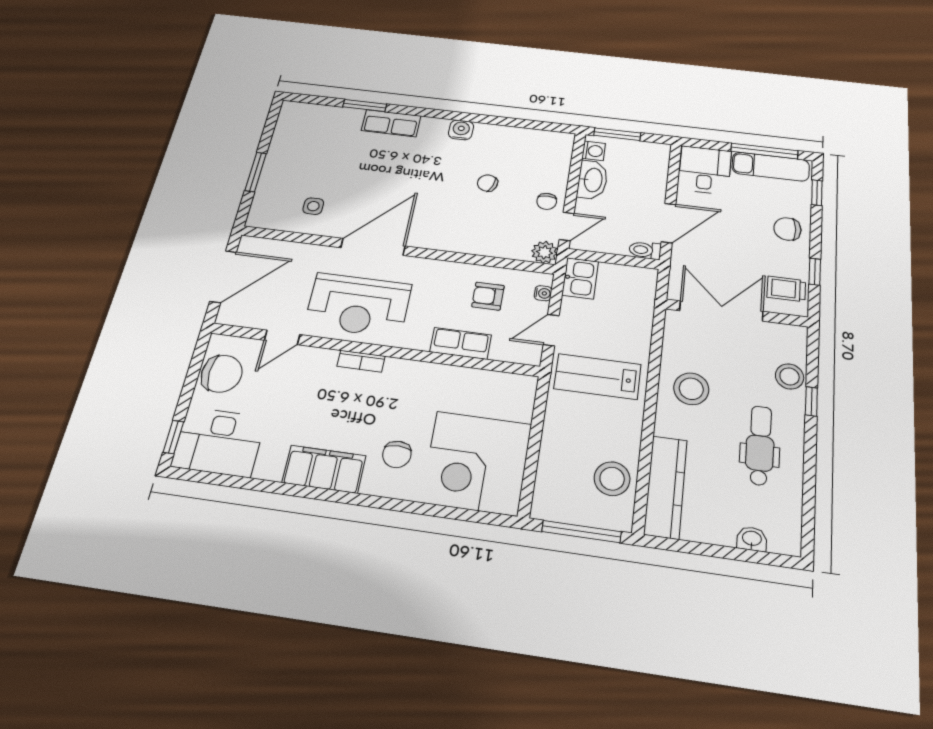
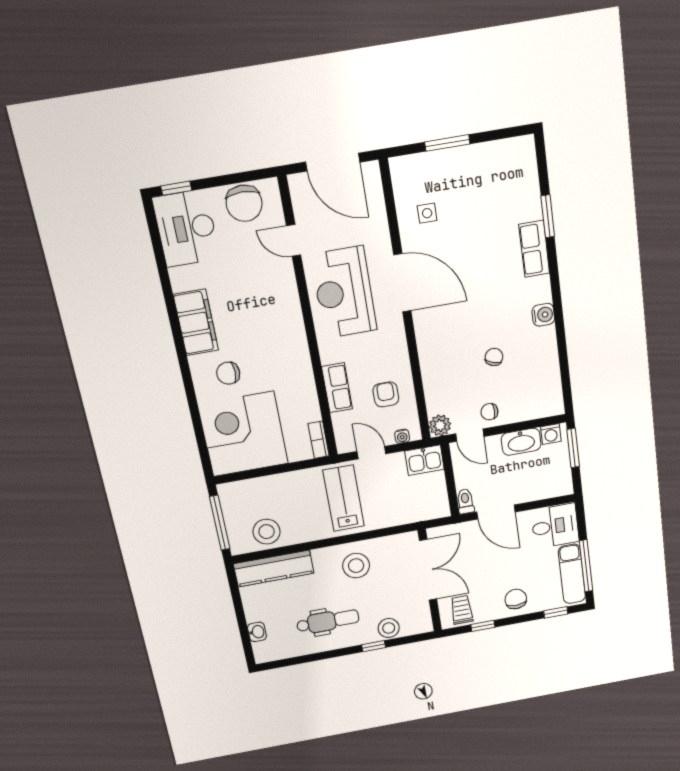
bookcase: (361, 361) -> (319, 440), moved

